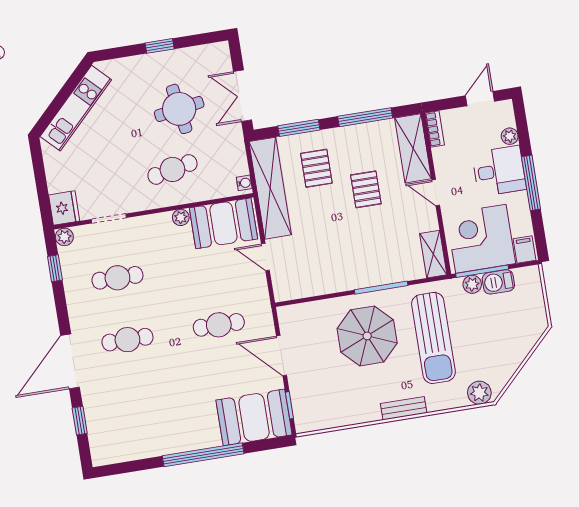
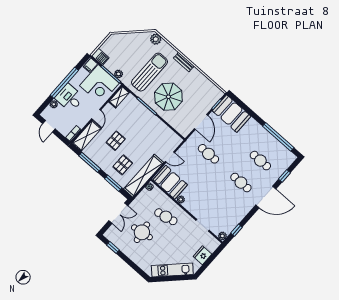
window: (160, 46) -> (113, 248), moved
door: (480, 99) -> (49, 126), hinge flipped
window: (531, 183) -> (64, 83), width x1.46
fridge: (64, 208) -> (203, 255), moved
door: (265, 257) -> (170, 157), hinge flipped
cafe table: (117, 278) -> (260, 161), moved
barbecue: (498, 282) -> (100, 57), moved
window: (203, 455) -> (278, 137), moved

